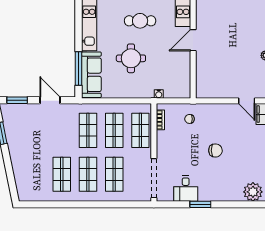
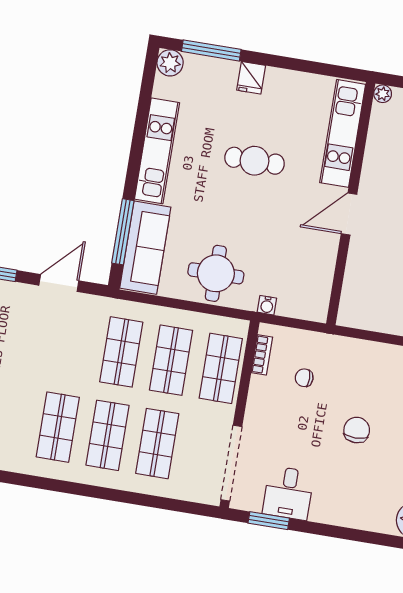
round table: (131, 58) -> (216, 273), moved
door: (50, 100) -> (59, 283), hinge flipped
chair: (190, 119) -> (304, 378), moved
chair: (215, 150) -> (357, 430), turned -89
window: (200, 204) -> (269, 521), moved

